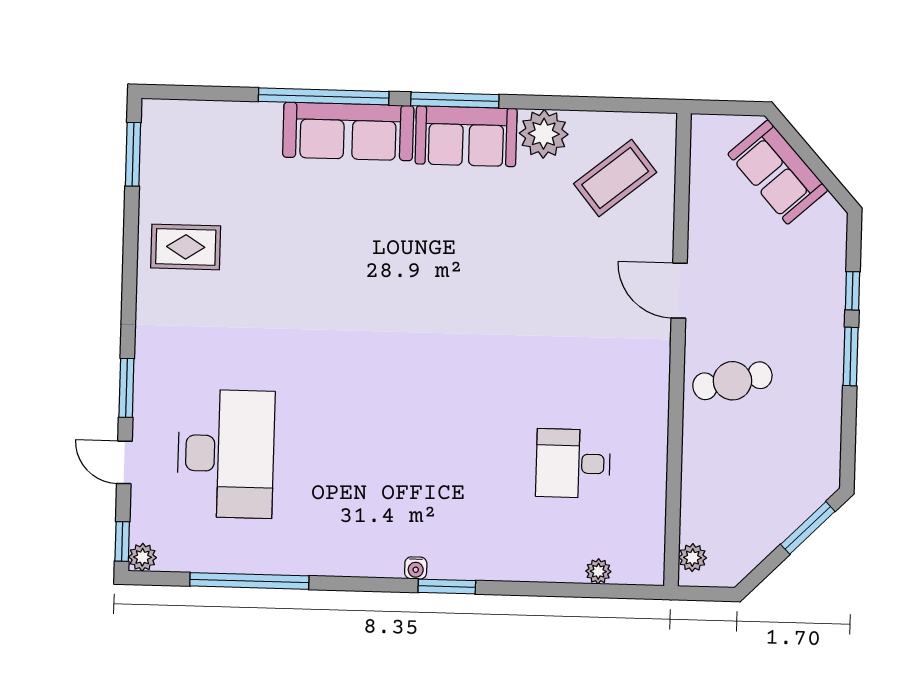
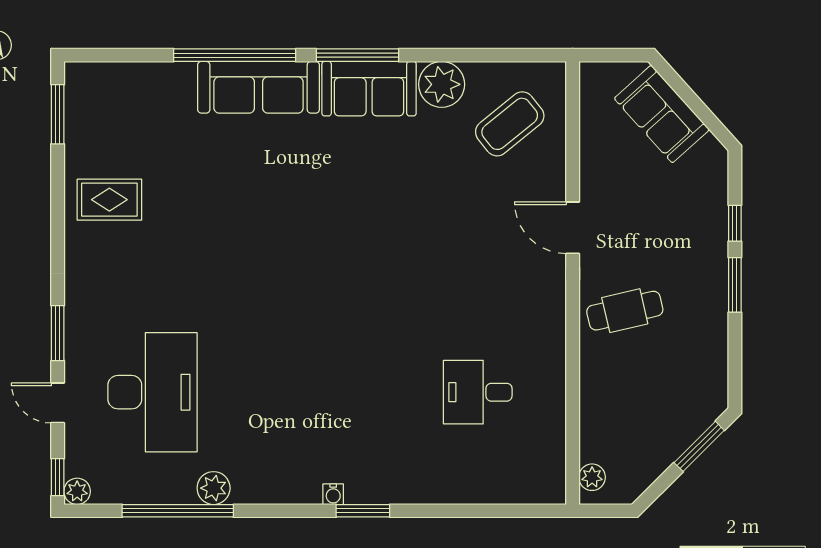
plant: (598, 571) -> (214, 488), moved, width x1.38, depth x1.38

